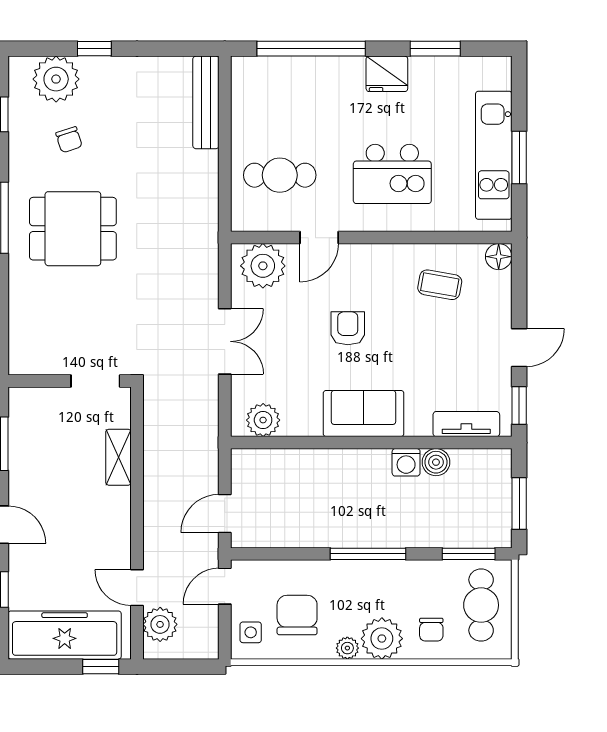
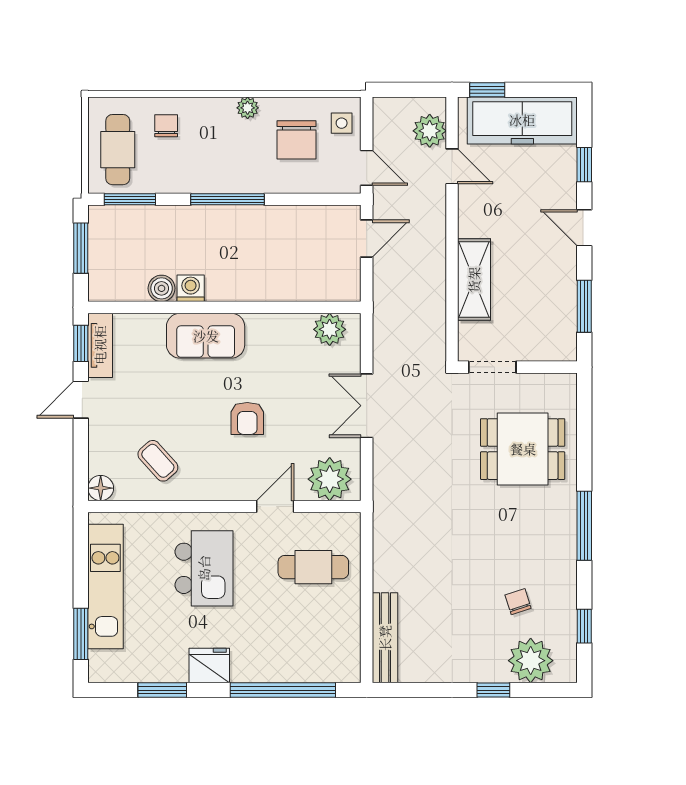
window: (519, 157) -> (81, 634), moved
kitchen island: (392, 174) -> (204, 568), turned 90
dining table: (73, 229) -> (523, 449), moved
coffee table: (440, 285) -> (158, 461), turned 38
sofa: (364, 413) -> (206, 336), moved
tv unit: (466, 424) -> (100, 345), moved, turned -90
shelving: (118, 457) -> (474, 280), width x1.50, depth x1.33
door: (225, 586) -> (367, 168), hinge flipped
plant: (382, 639) -> (214, 117), removed

